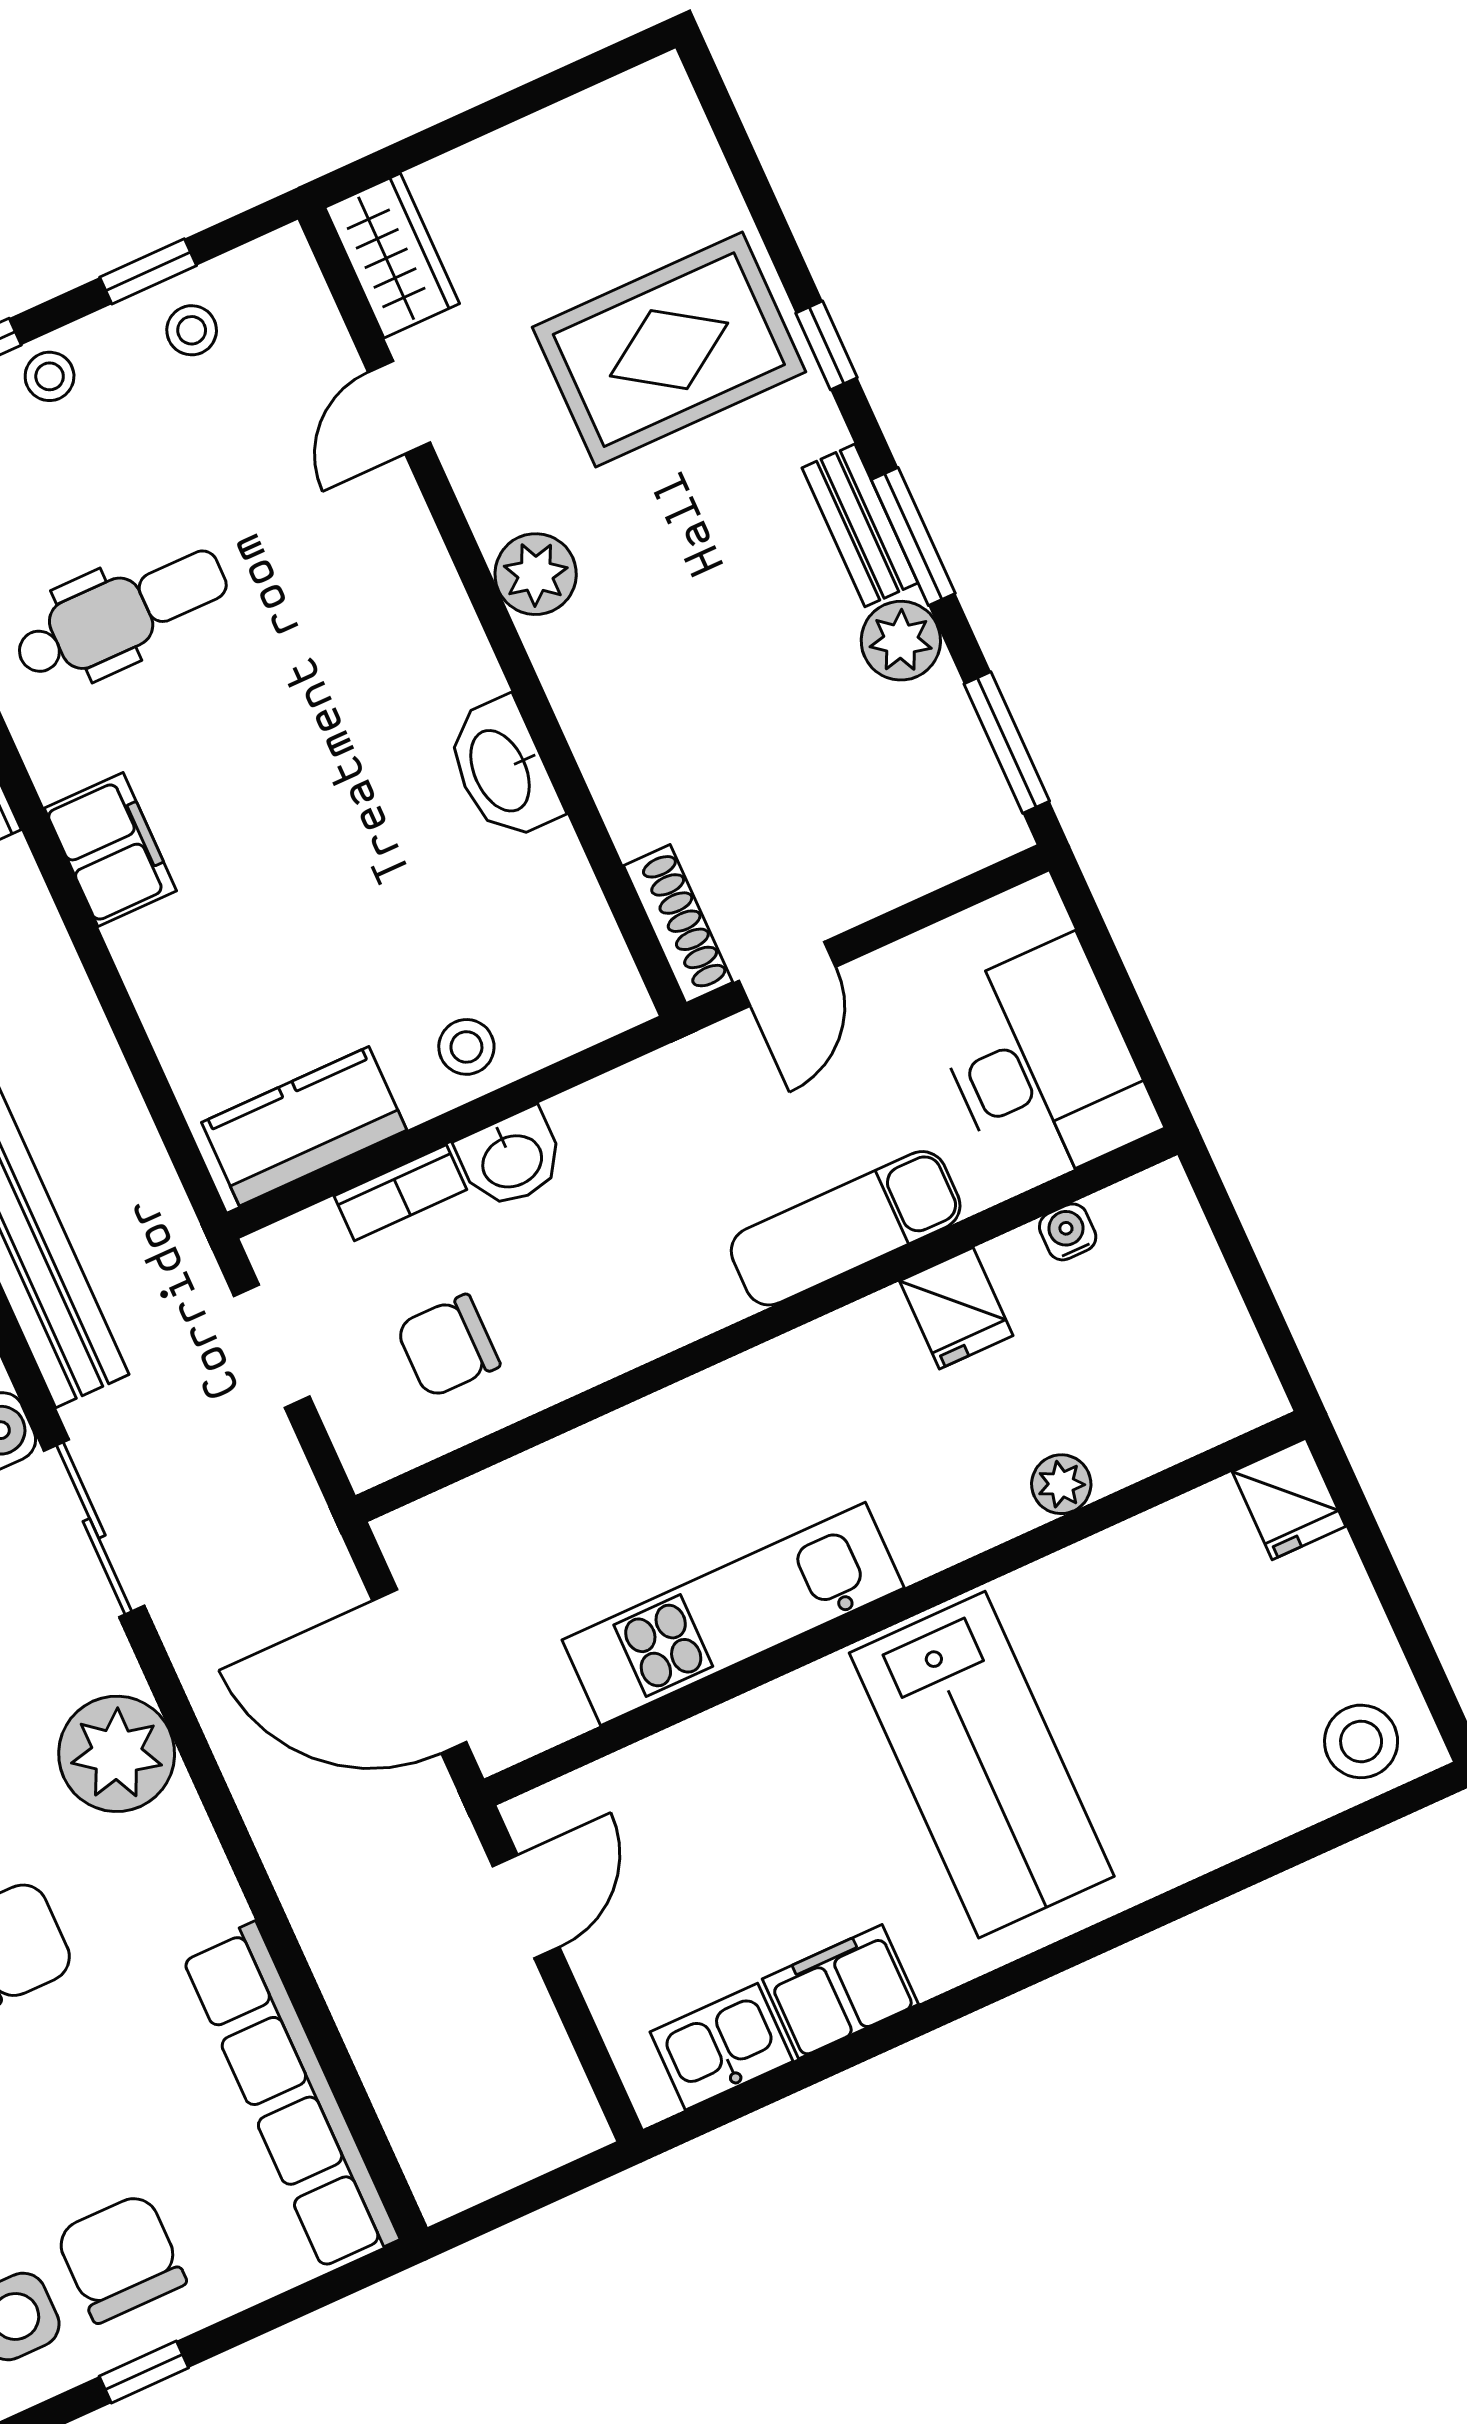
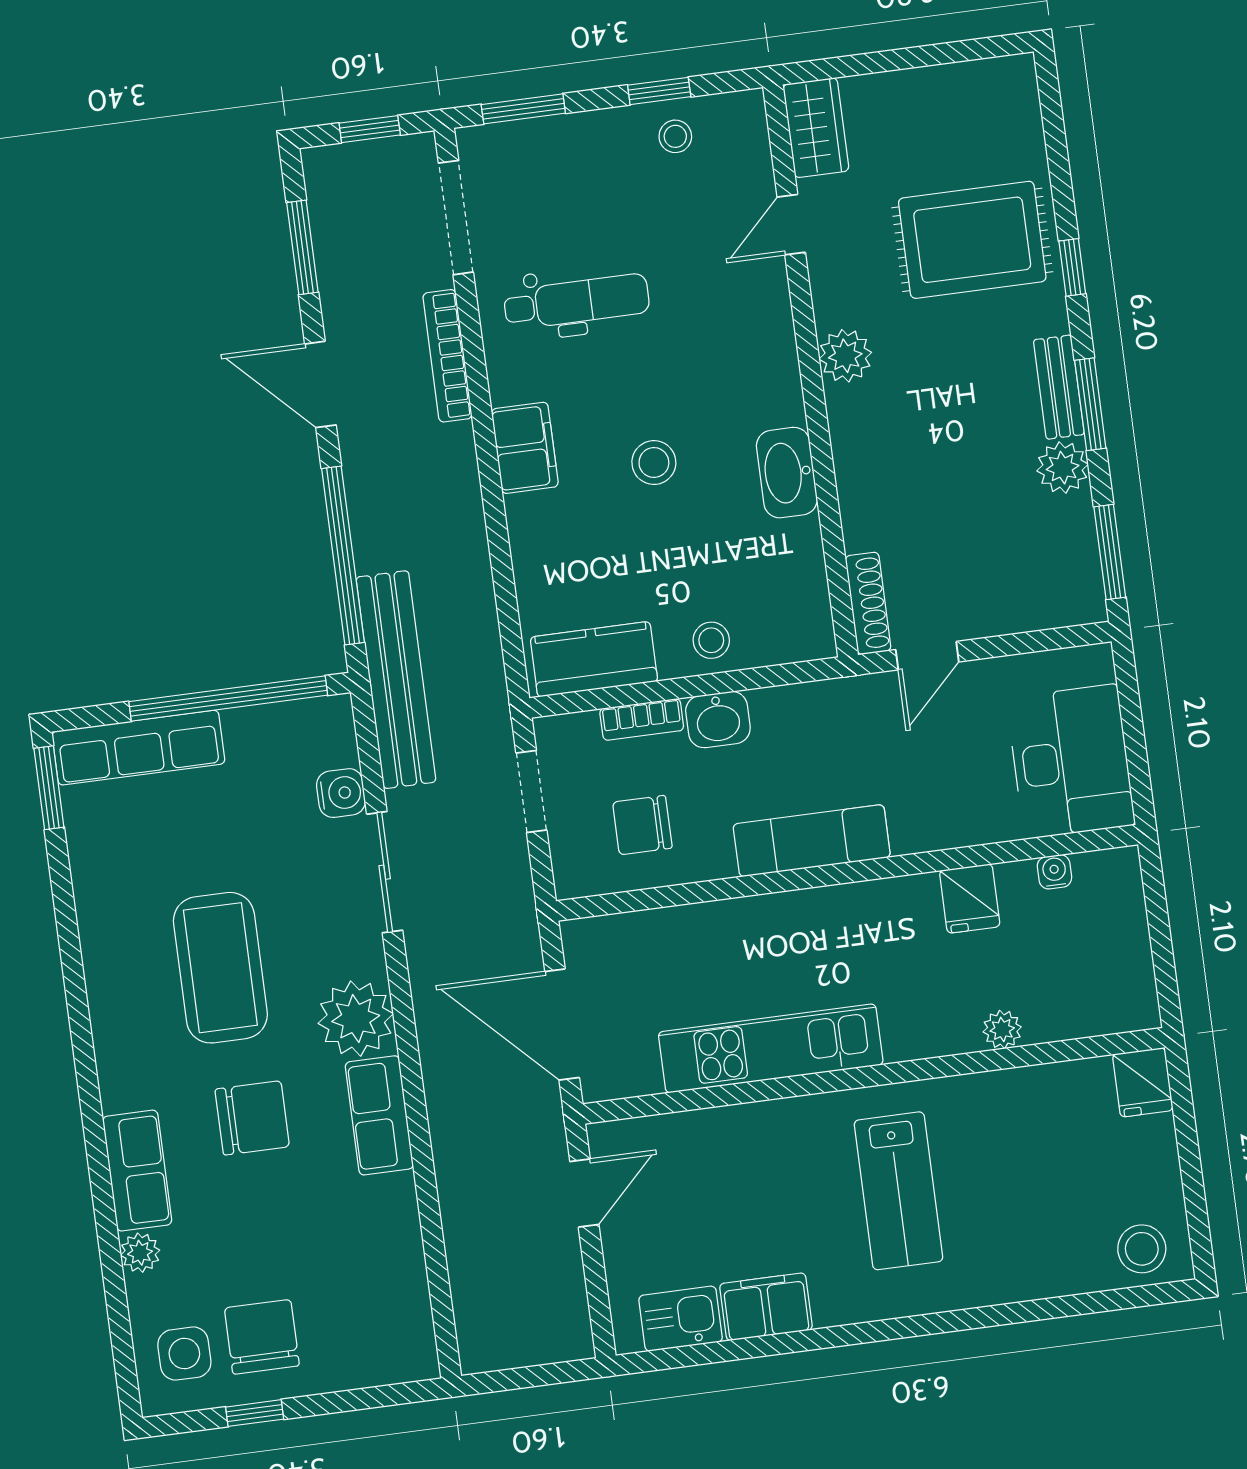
stool: (50, 376) -> (654, 463), moved, width x1.37, depth x1.37
exam couch: (846, 1228) -> (812, 841), moved
lab bench: (982, 1765) -> (898, 1191), width x0.73, depth x0.72
row of seats: (290, 2097) -> (379, 1115), moved, width x0.50

